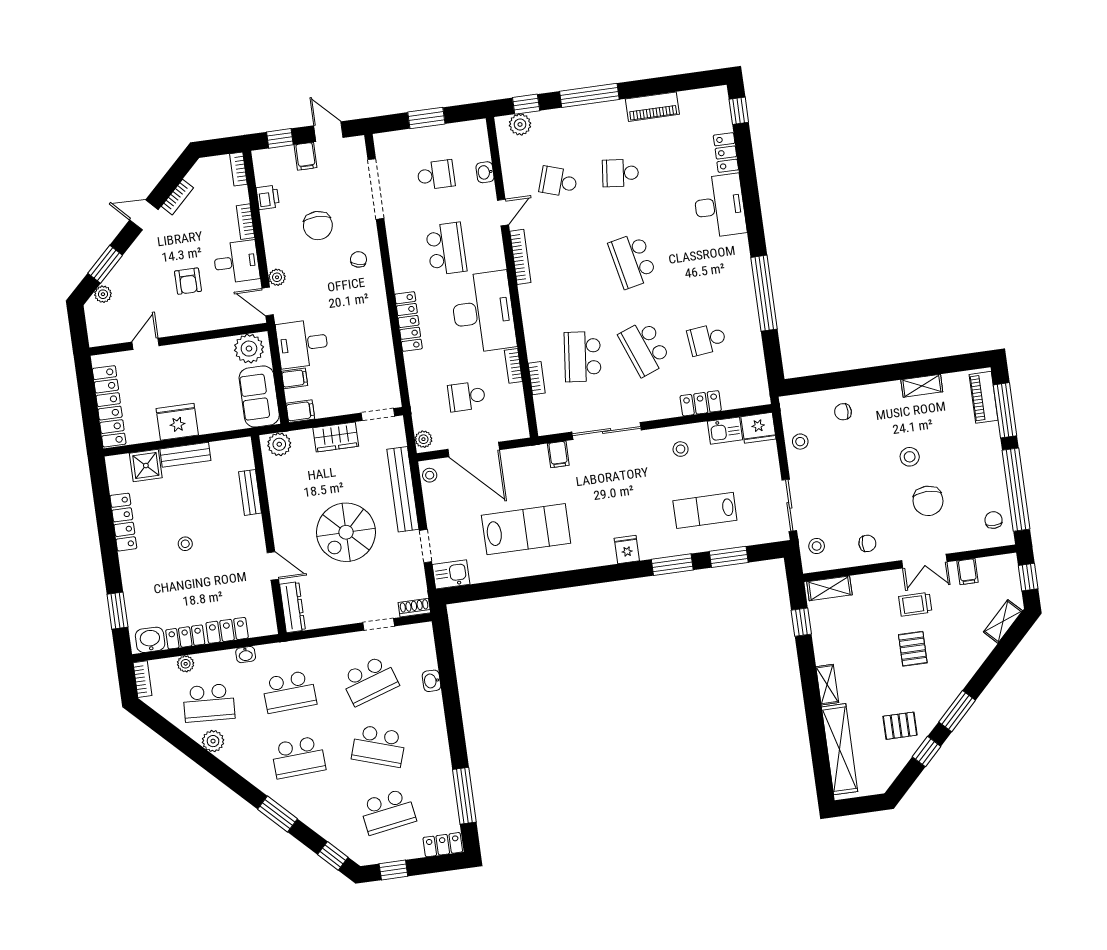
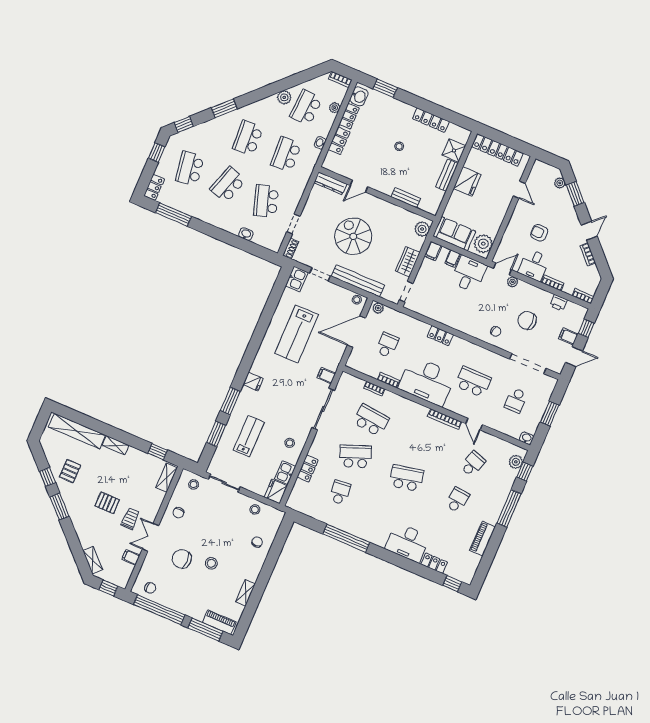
washbasin: (485, 172) -> (526, 438), moved
school desk: (446, 249) -> (473, 382), turned 180
locker: (409, 321) -> (440, 336), width x0.66

